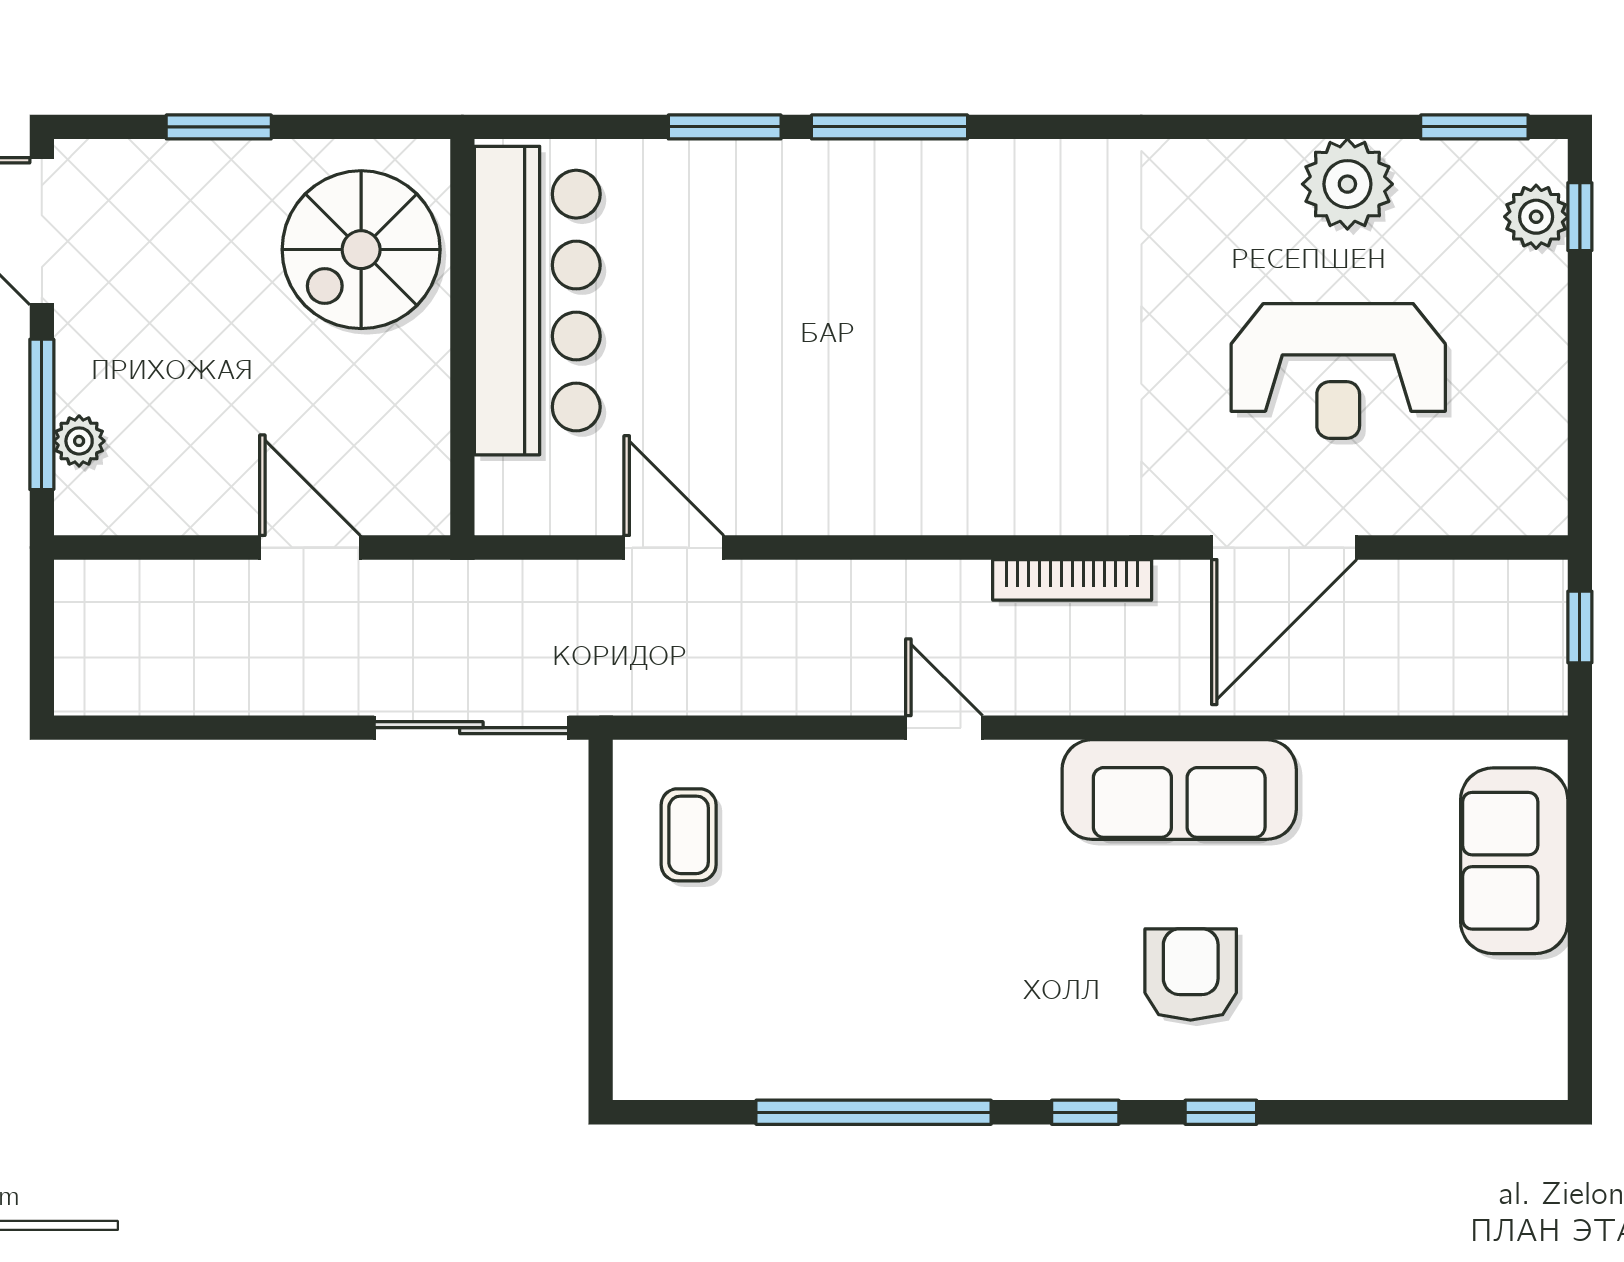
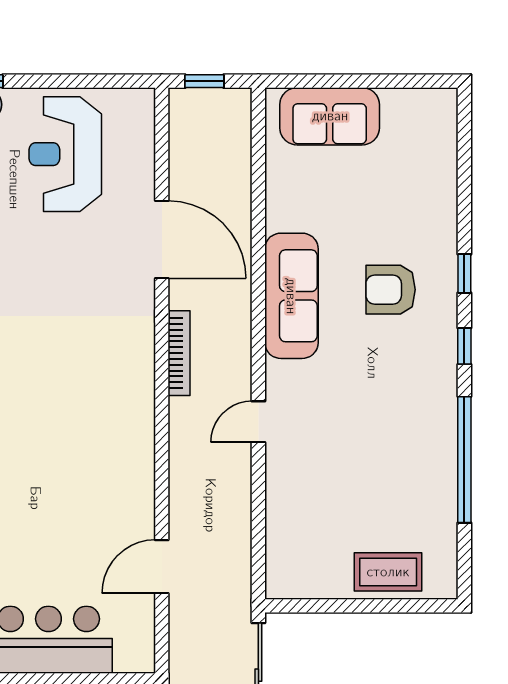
reception desk: (1338, 371) -> (65, 154), moved, turned 180
coffee table: (689, 835) -> (388, 572), moved, width x1.36, depth x1.30

